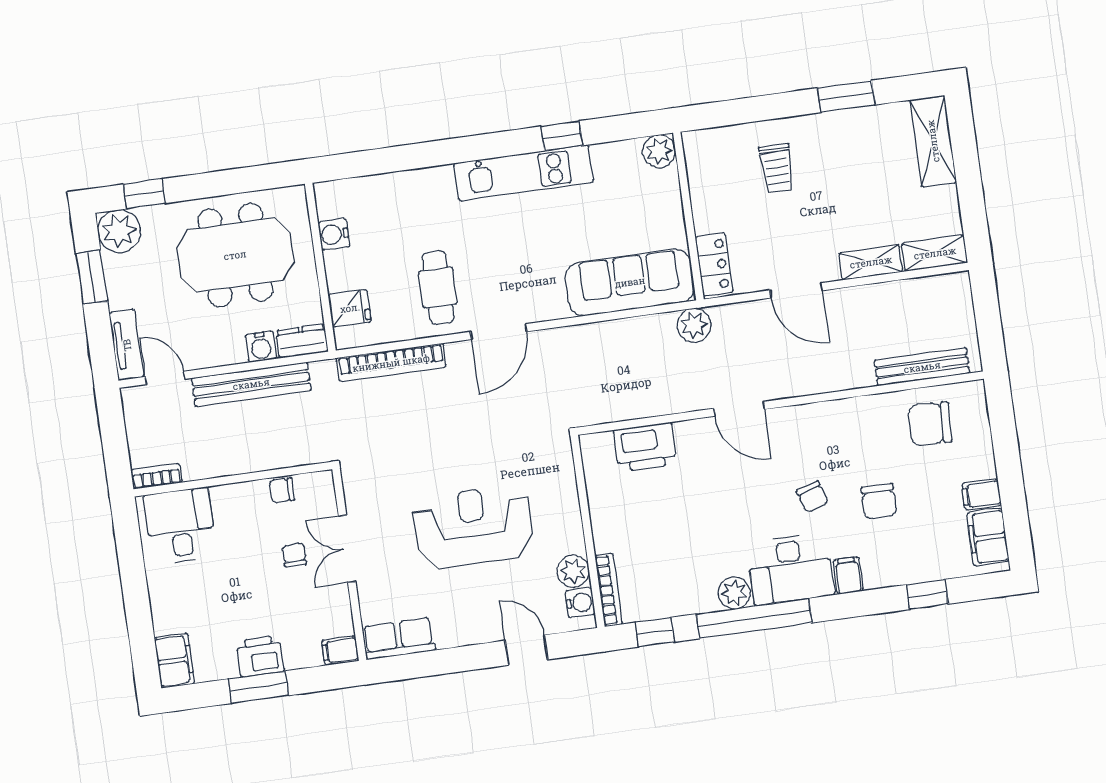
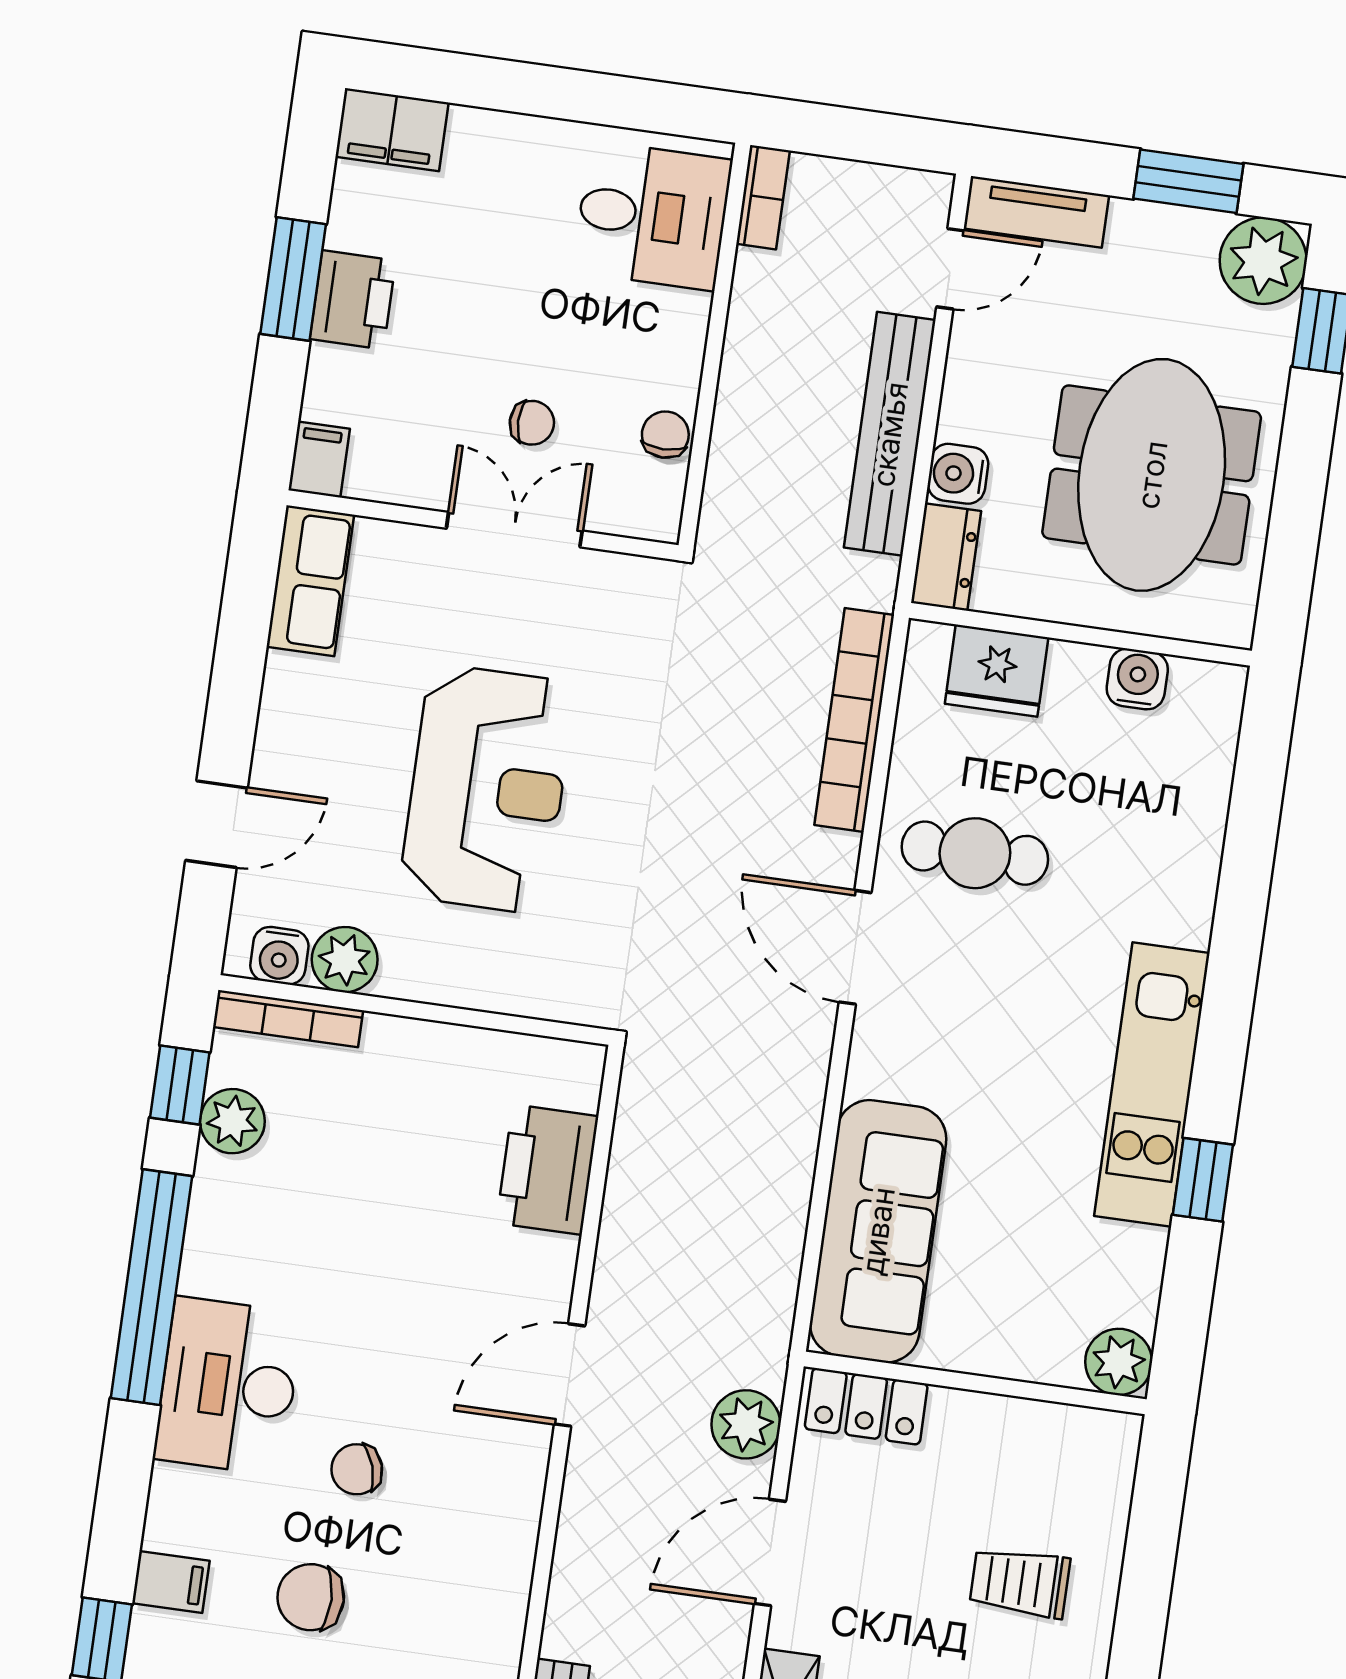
fridge: (350, 308) -> (997, 671), width x1.38
plant: (694, 325) -> (746, 1424), moved
filing cabinet: (848, 575) -> (171, 1582), moved
plant: (734, 593) -> (232, 1121), moved

